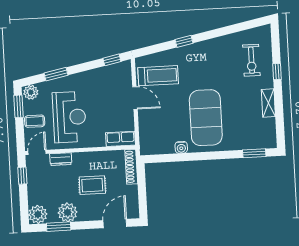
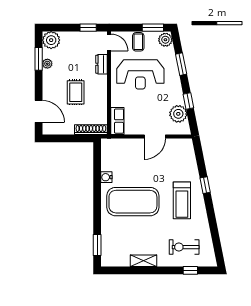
window: (112, 60) -> (188, 101), moved
window: (277, 72) -> (190, 270), moved
plant: (109, 74) -> (178, 114), added
treadmill: (158, 76) -> (182, 200), moved
plant: (68, 212) -> (47, 64), width x0.53, depth x0.53

